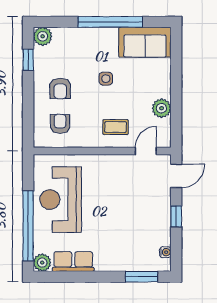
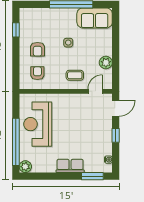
plant: (43, 36) -> (26, 14), removed
row of seats: (73, 262) -> (70, 166), moved

